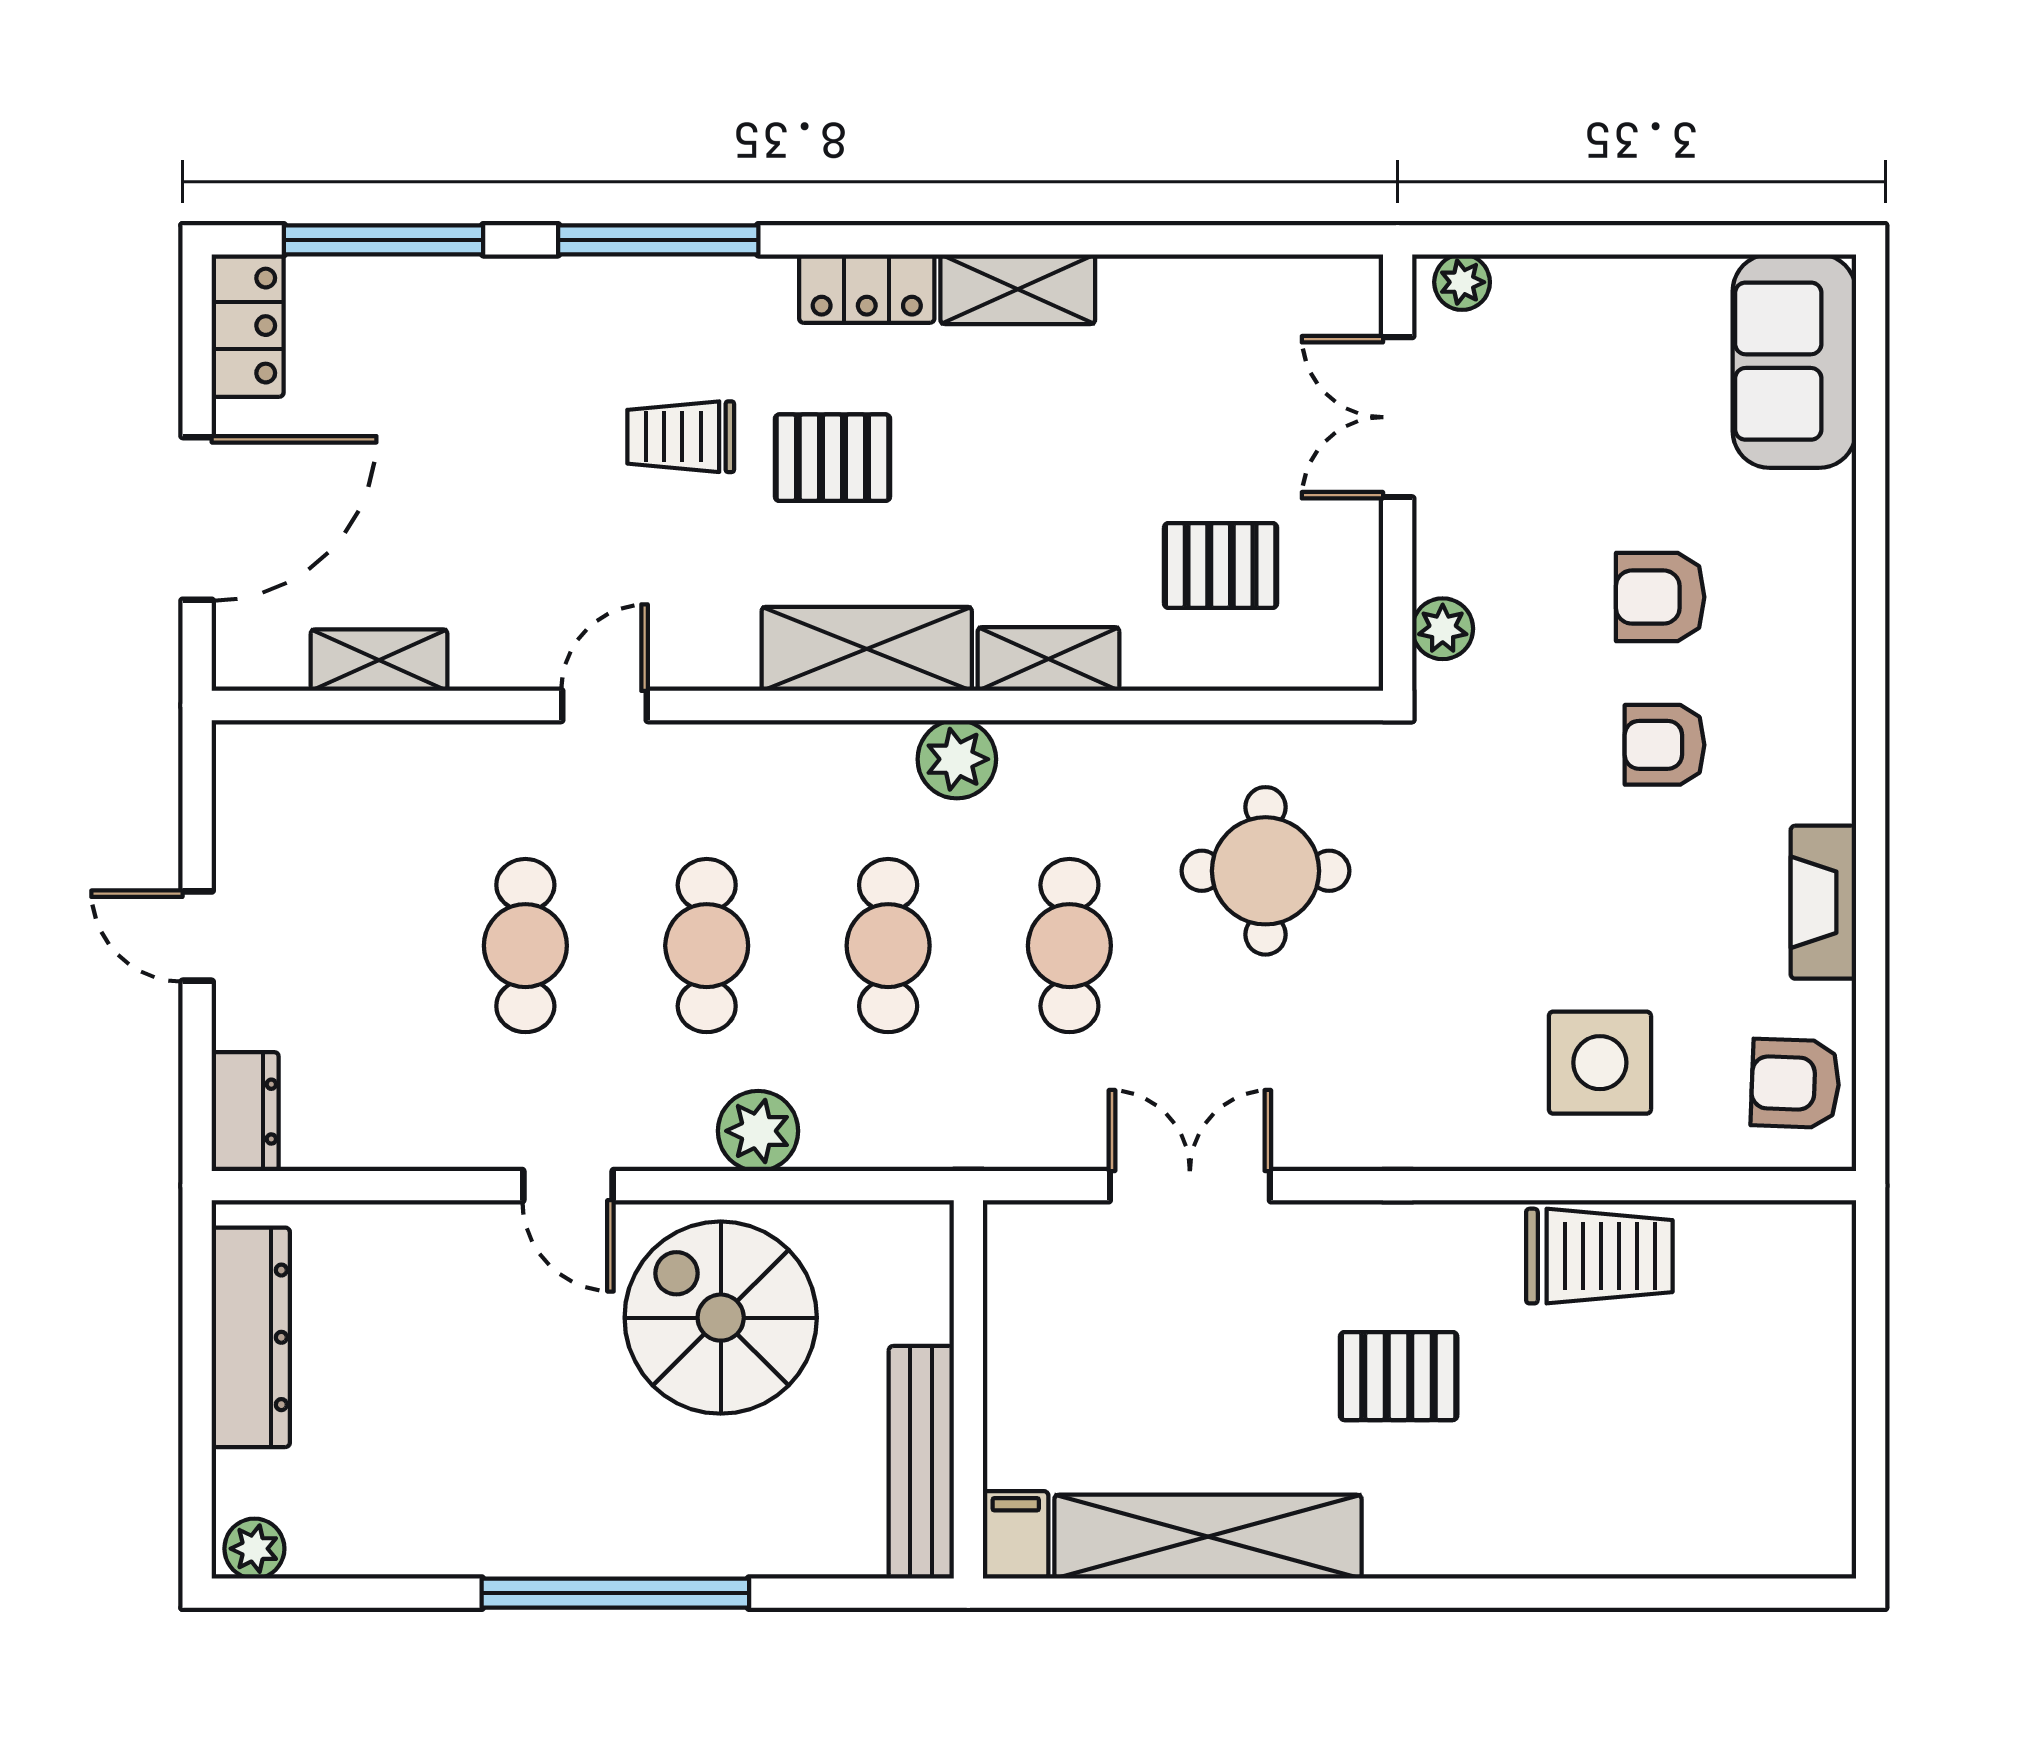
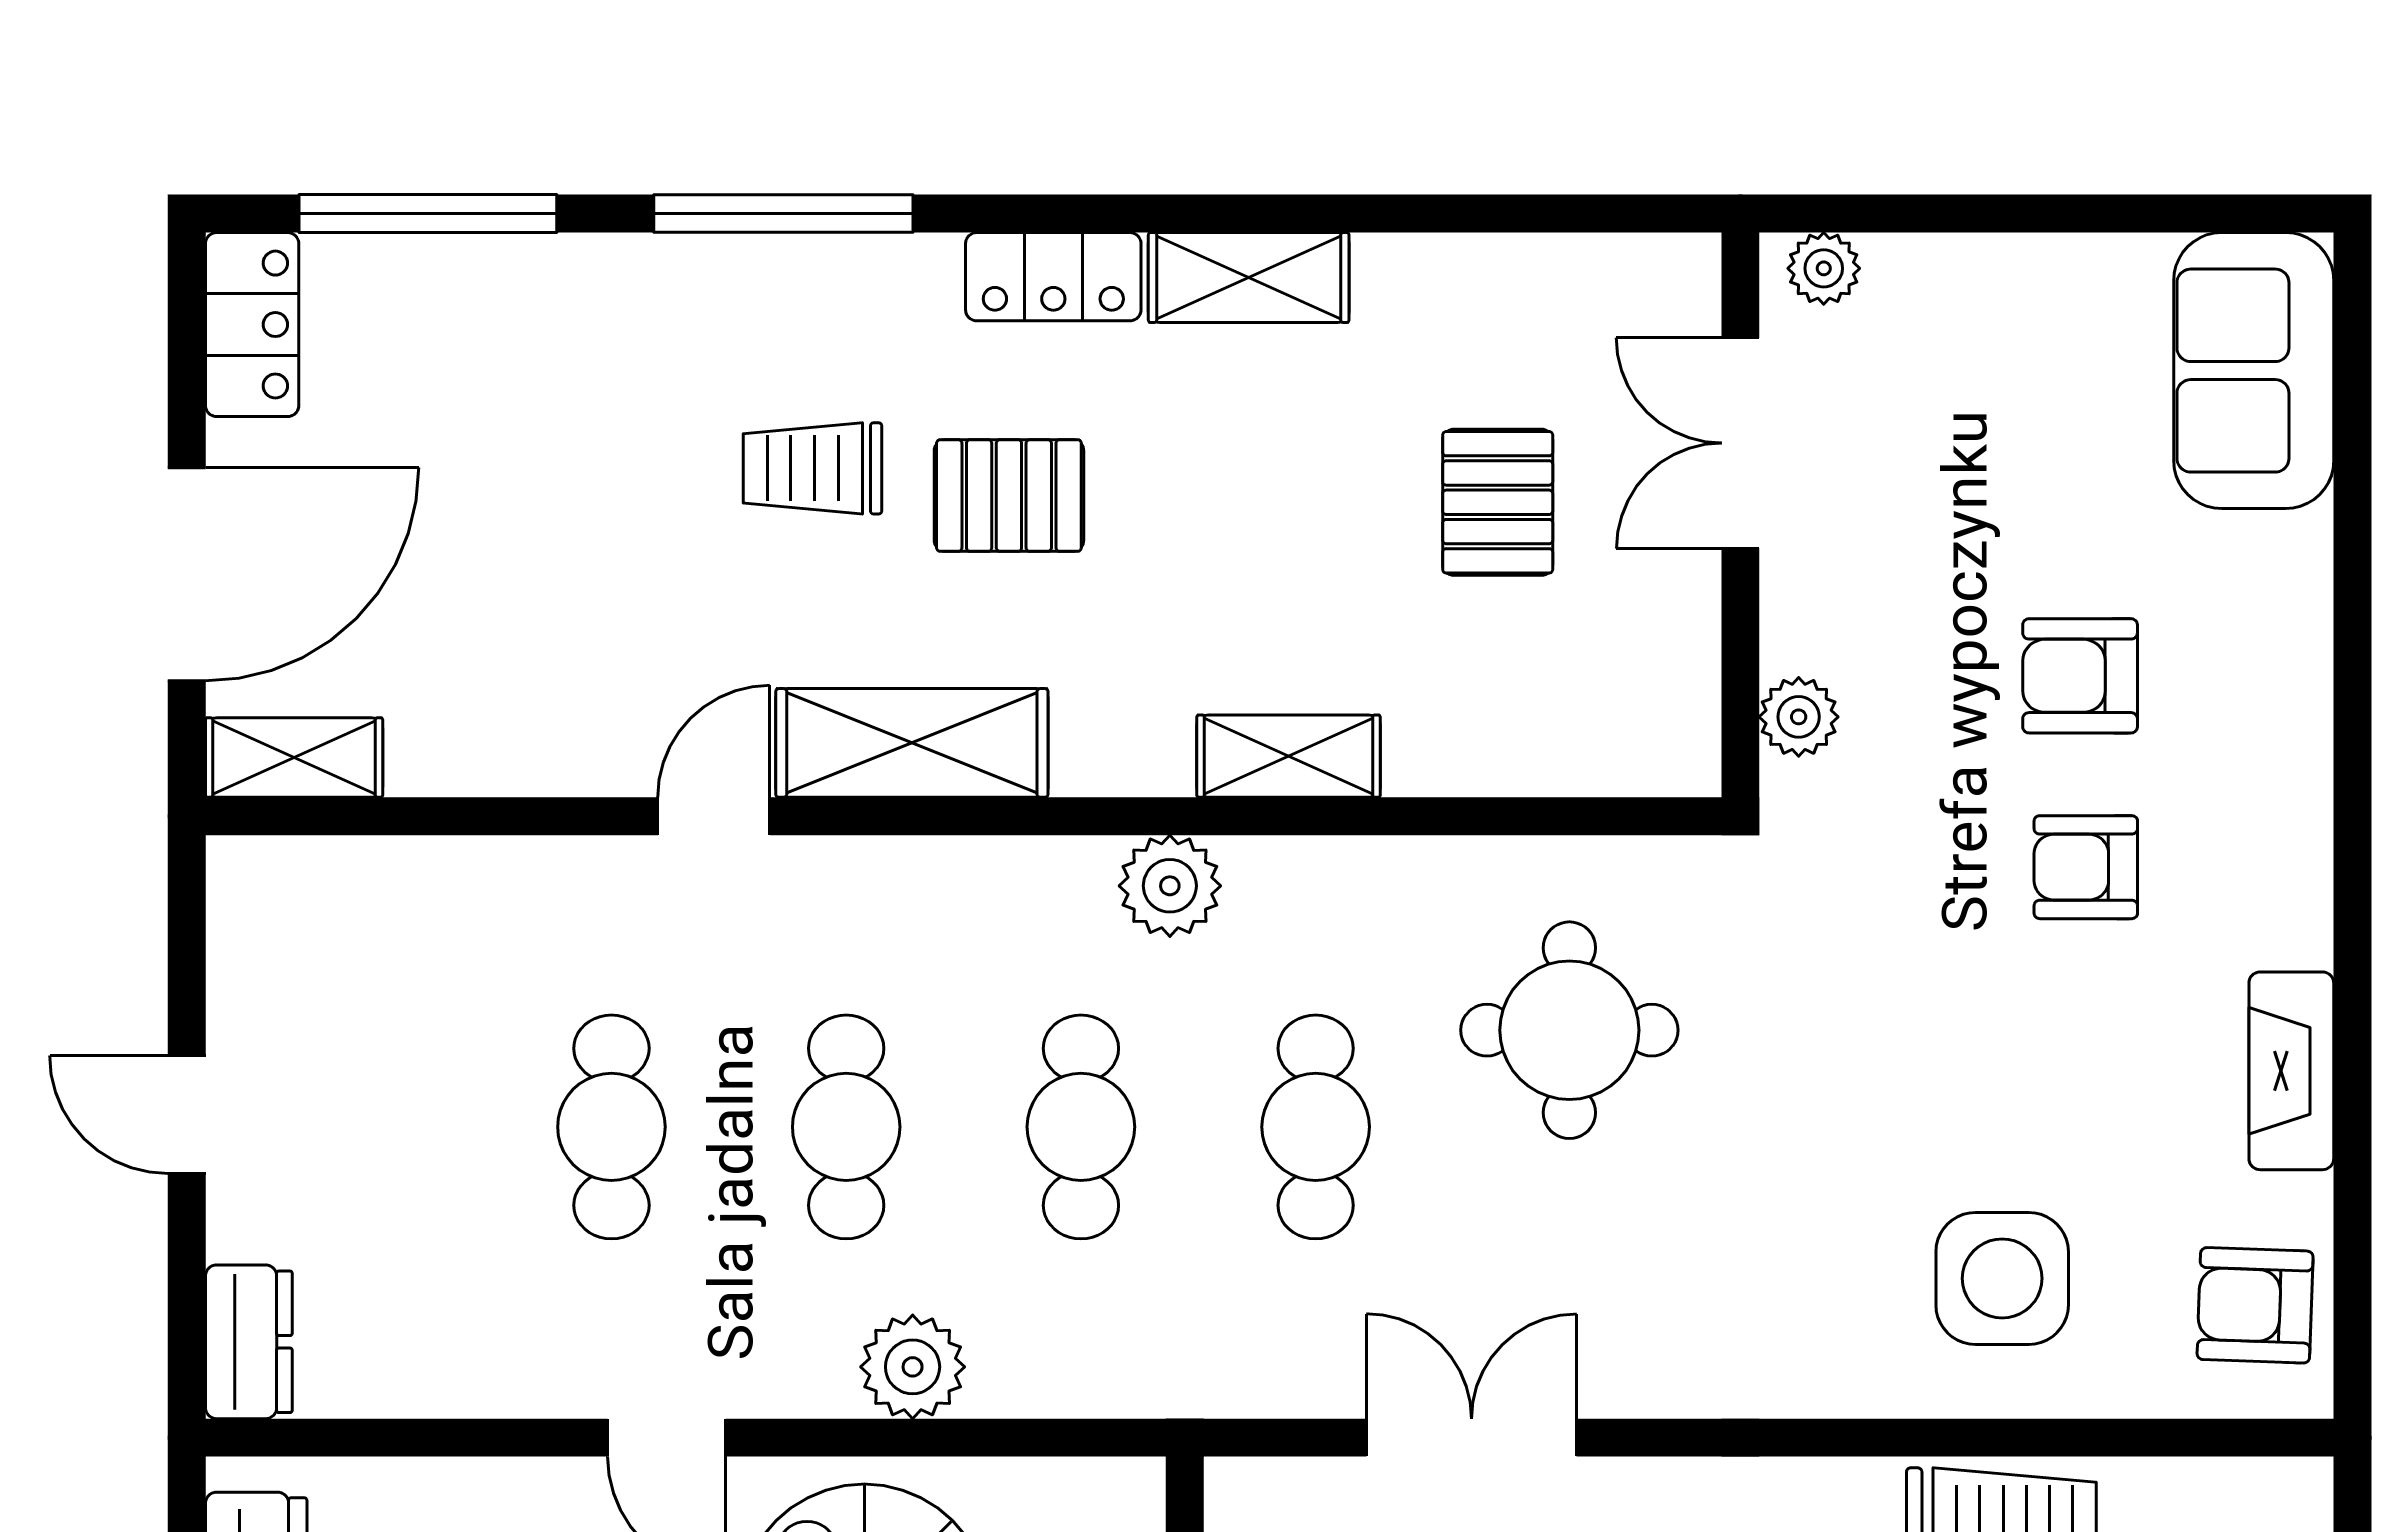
pallet: (1221, 565) -> (1498, 502), moved, turned 90
shelving: (867, 649) -> (912, 743), moved
shelving: (379, 660) -> (294, 758), moved

